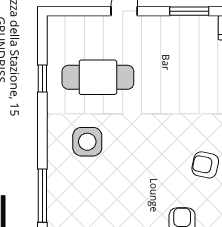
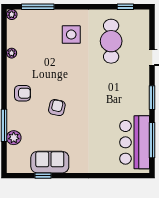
window: (42, 78) -> (125, 7), moved

